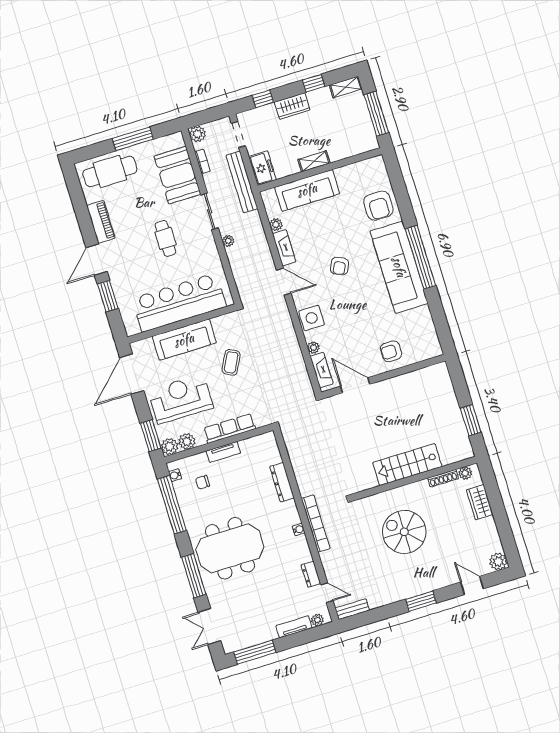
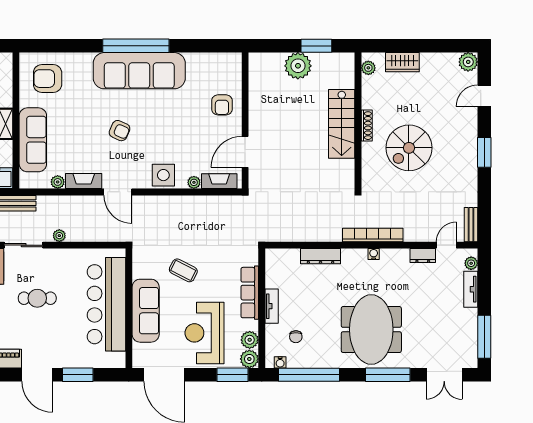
armchair: (378, 206) -> (48, 79), moved, turned 180
door: (284, 282) -> (118, 192), swing flipped
plant: (447, 409) -> (298, 66), added
shoe rack: (443, 478) -> (367, 126), moved

